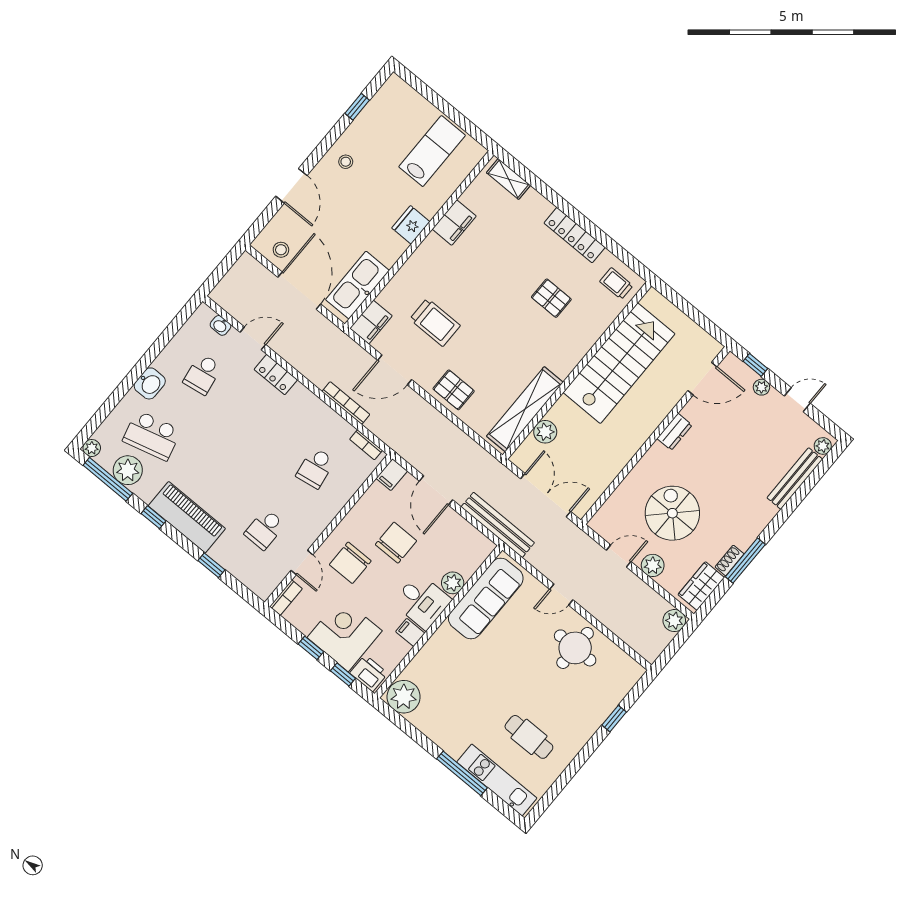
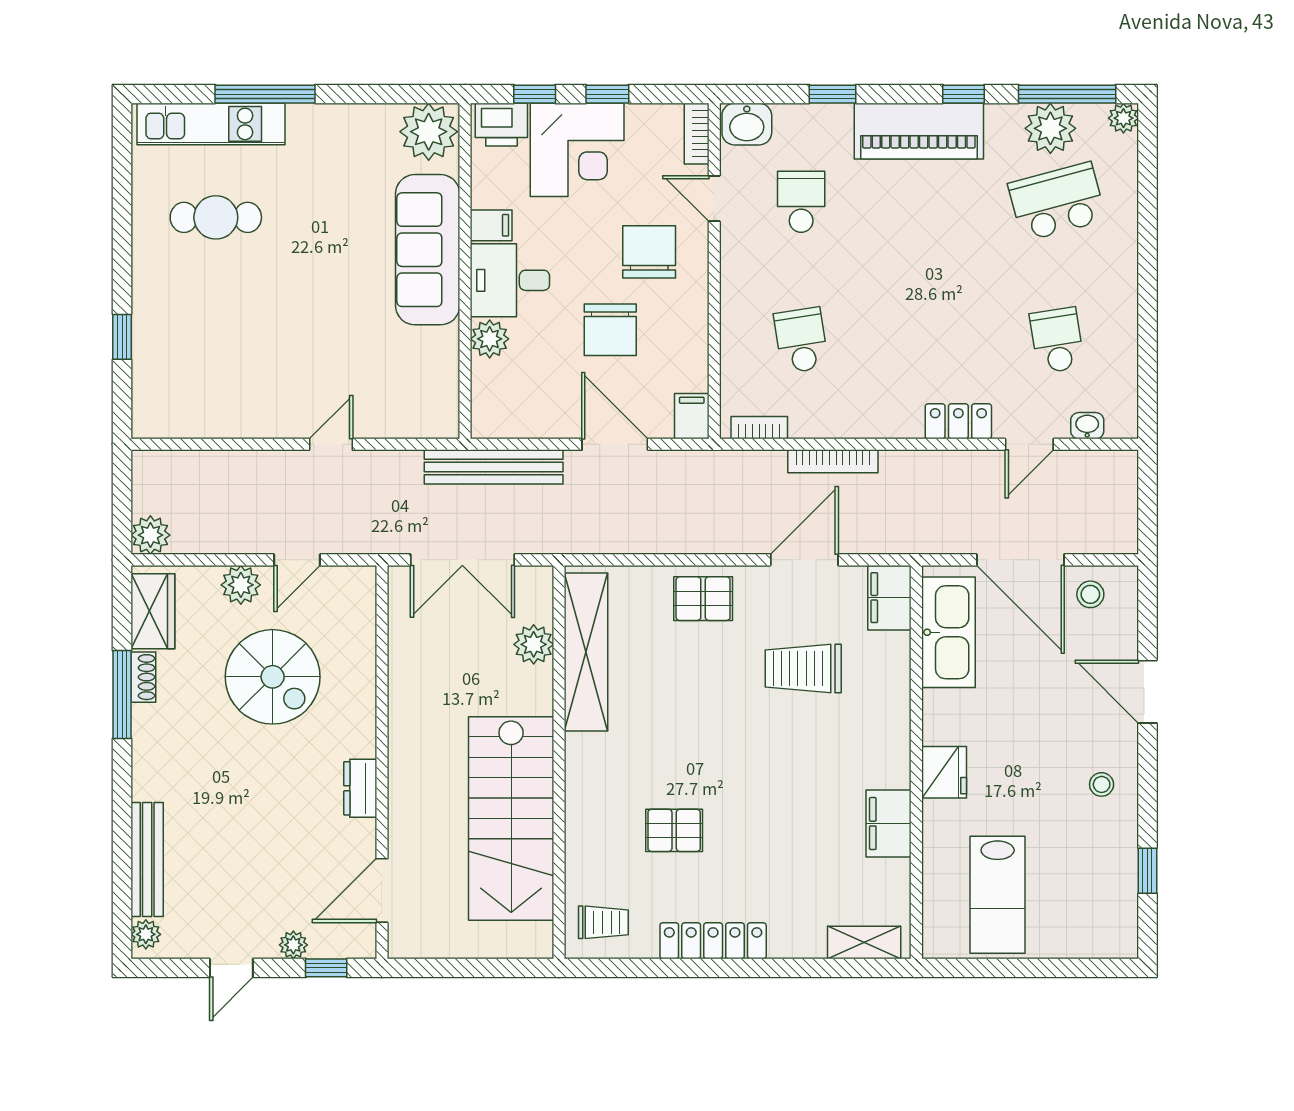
washbasin: (150, 383) -> (747, 124), moved, turned -90
sofa: (486, 599) -> (428, 250), moved
round table: (575, 648) -> (253, 388), removed

